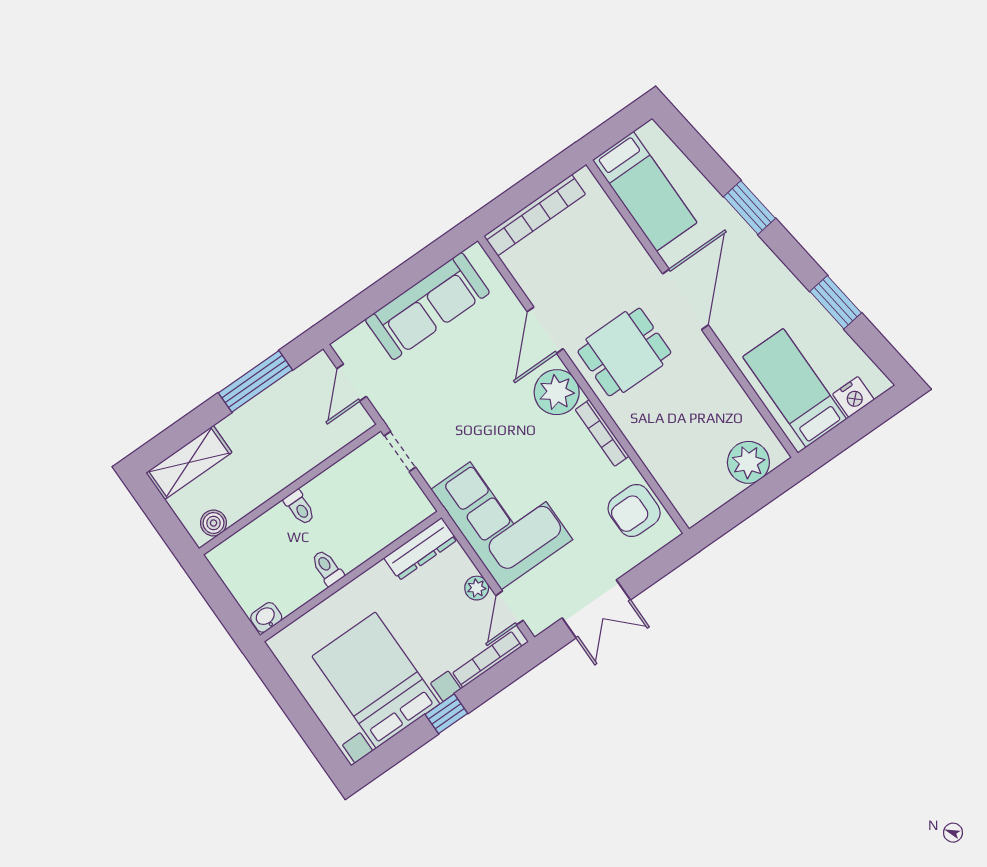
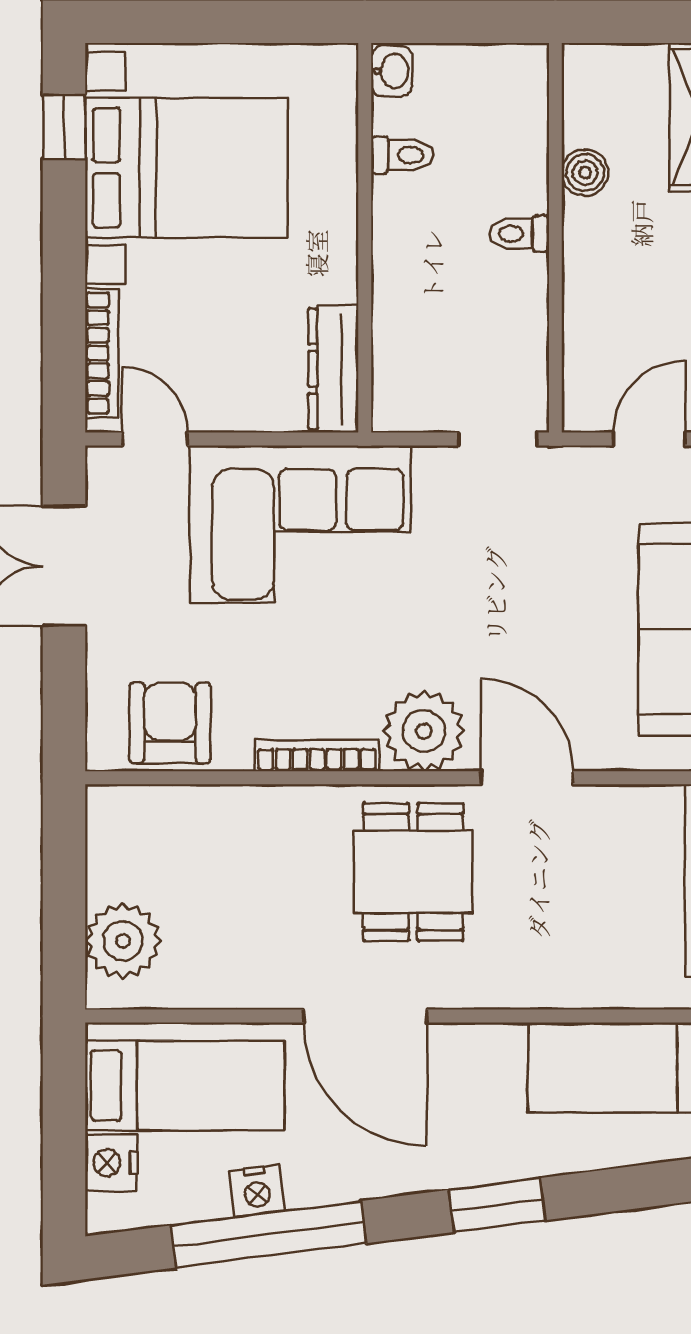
door: (685, 299) -> (365, 1016), moved
window: (836, 302) -> (269, 1234), width x2.11
nightstand: (820, 322) -> (257, 1191), added
door: (352, 383) -> (649, 439), hinge flipped
boiler: (213, 523) -> (585, 173), moved
toilet: (327, 568) -> (402, 155), moved
plant: (477, 588) -> (218, 411), removed
window: (446, 714) -> (64, 127), moved

